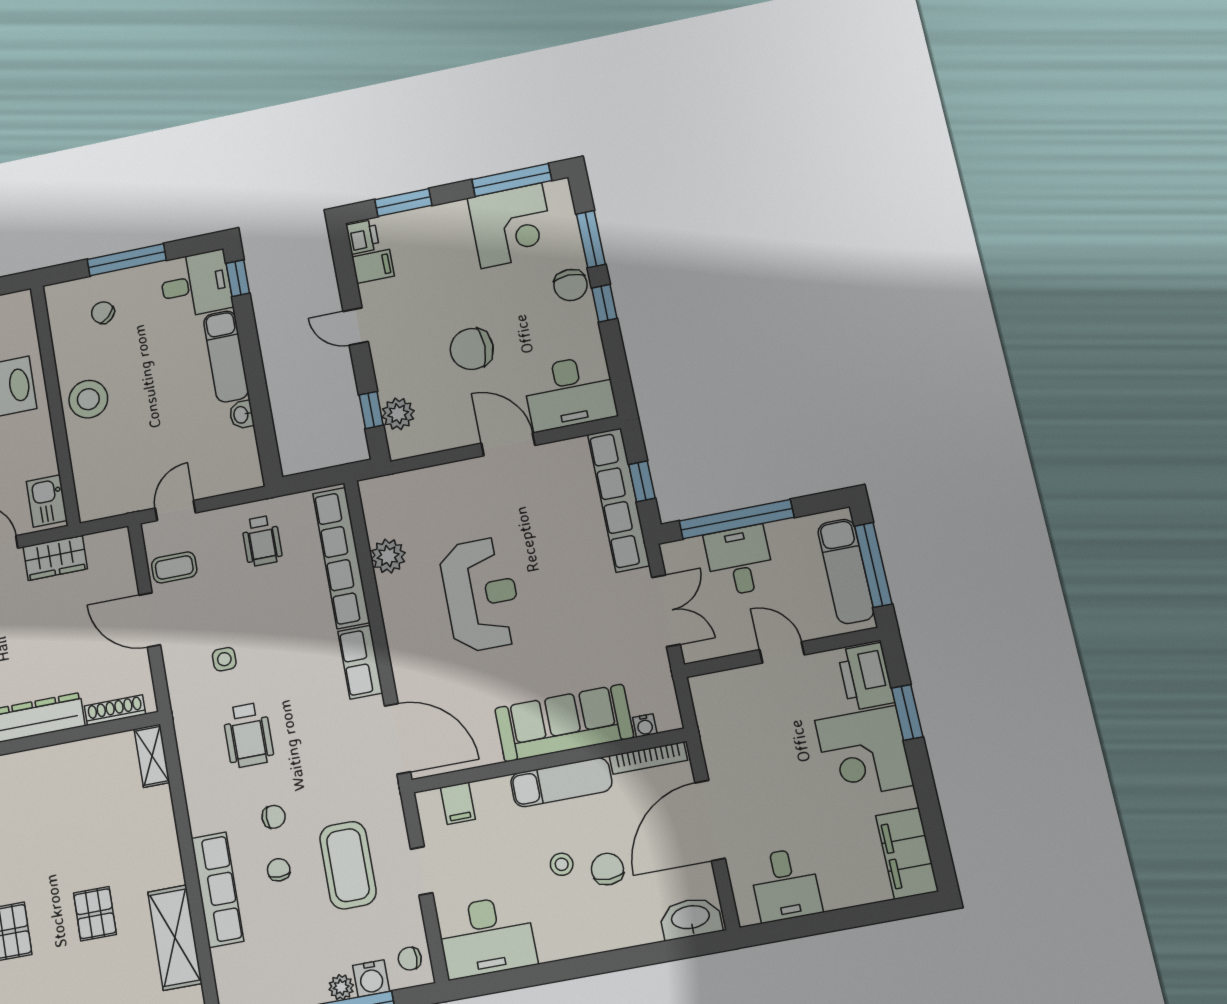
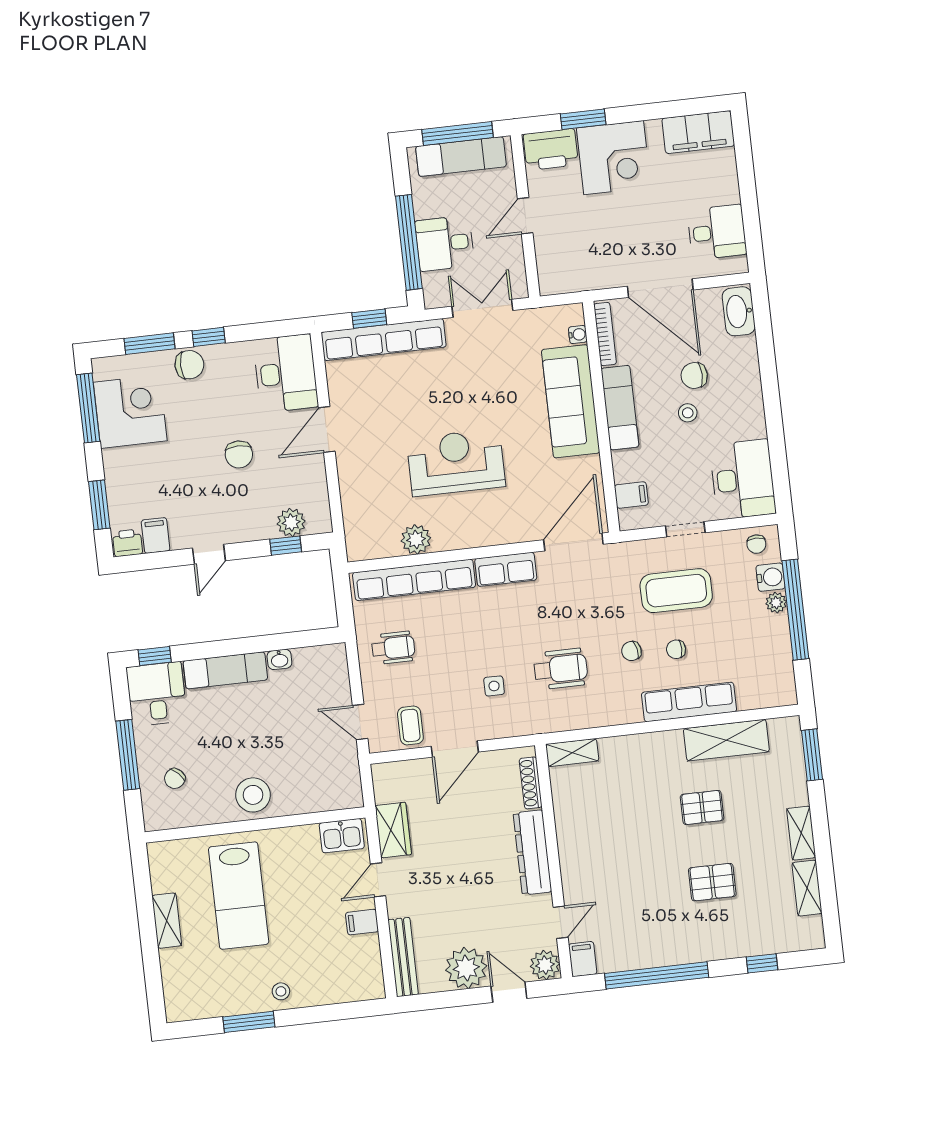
chair: (472, 349) -> (239, 454), width x0.73, depth x0.73
chair: (274, 817) -> (631, 651), turned -101

